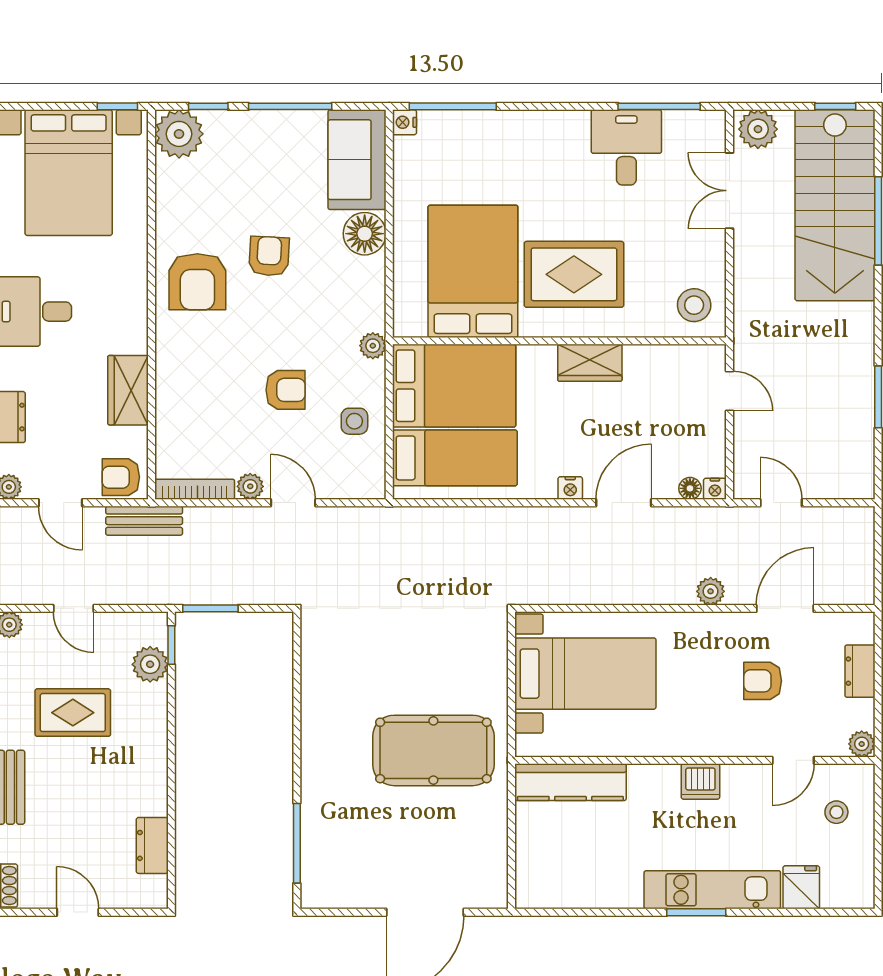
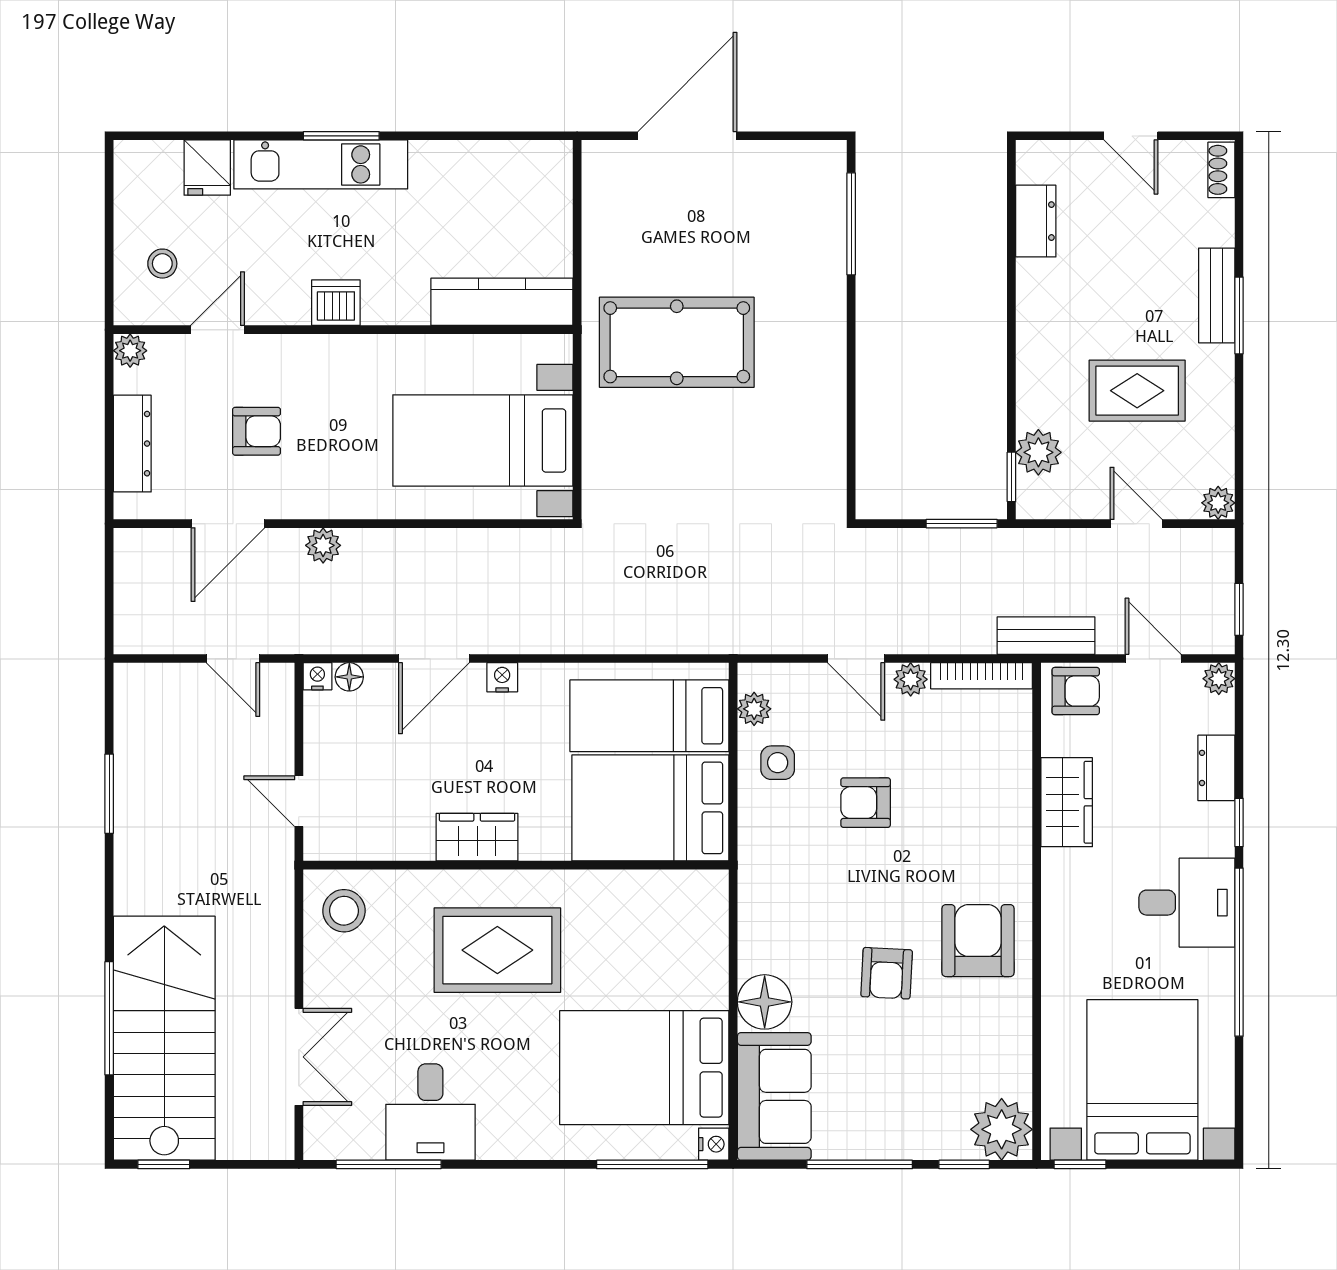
plant: (758, 129) -> (262, 1135), removed
bed: (473, 271) -> (644, 1068), moved, turned 90
plant: (373, 346) -> (754, 709), moved
dresser: (860, 671) -> (132, 444), width x1.44

